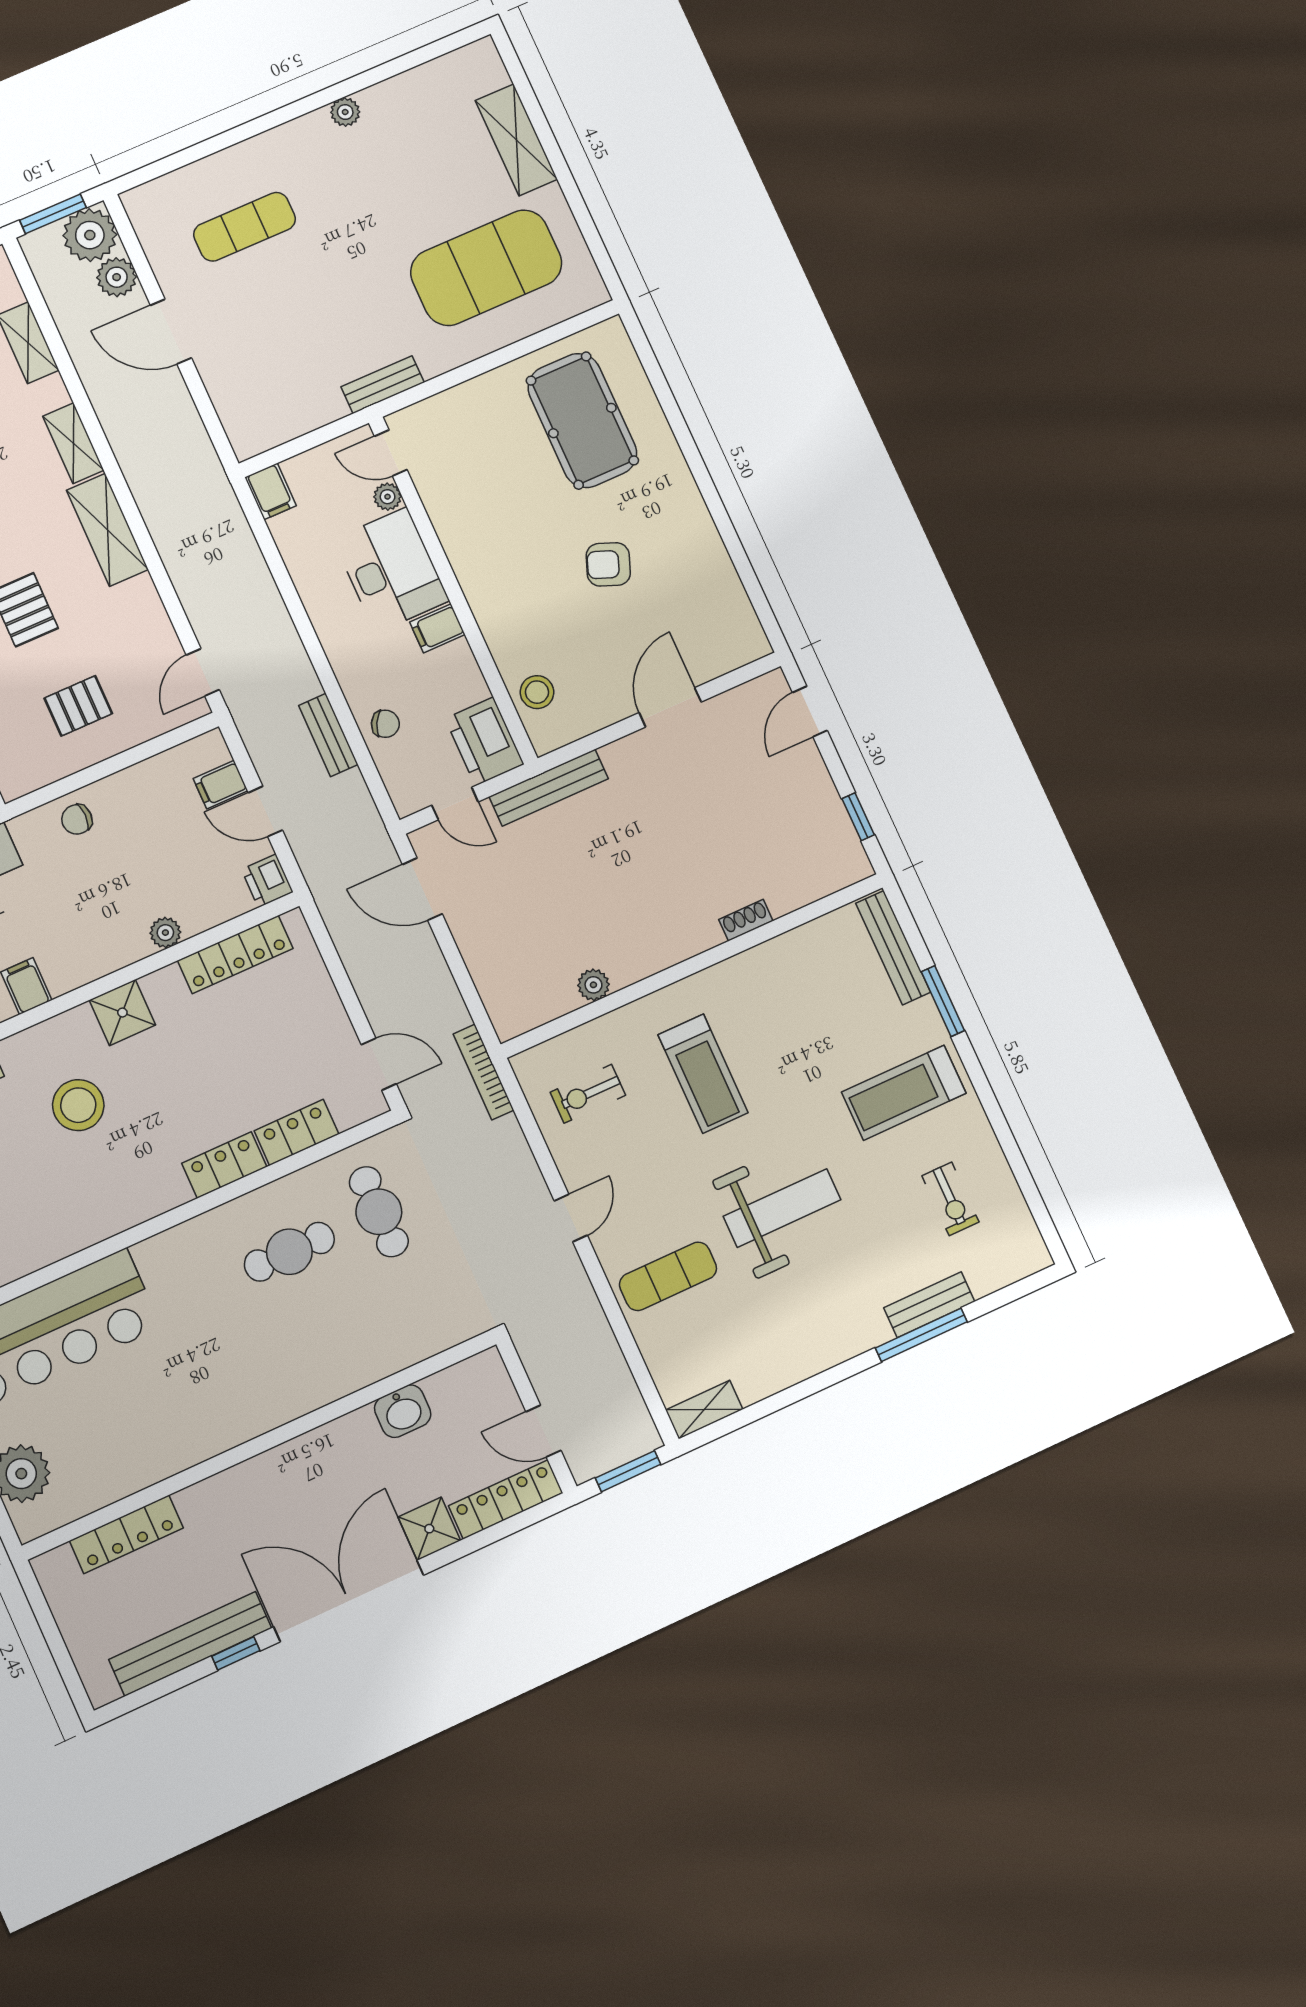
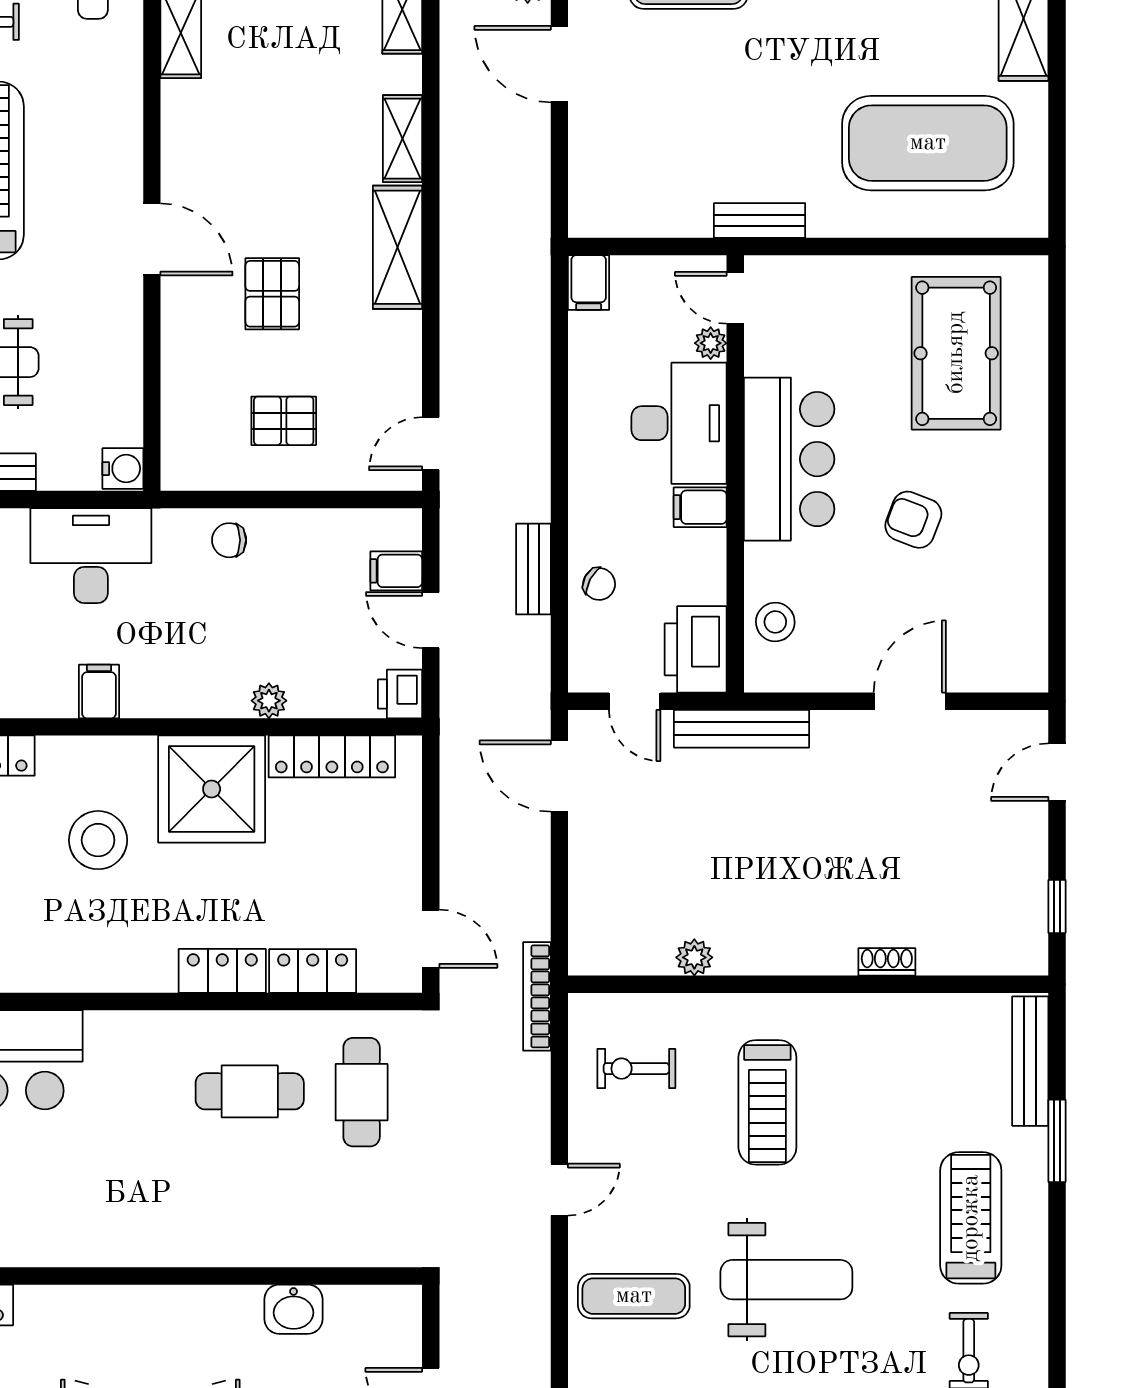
bar counter: (490, 560) -> (789, 459), added
shower: (122, 1013) -> (212, 789), width x1.86, depth x1.86
treadmill: (904, 1093) -> (971, 1218), turned 90

